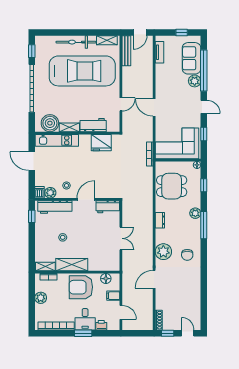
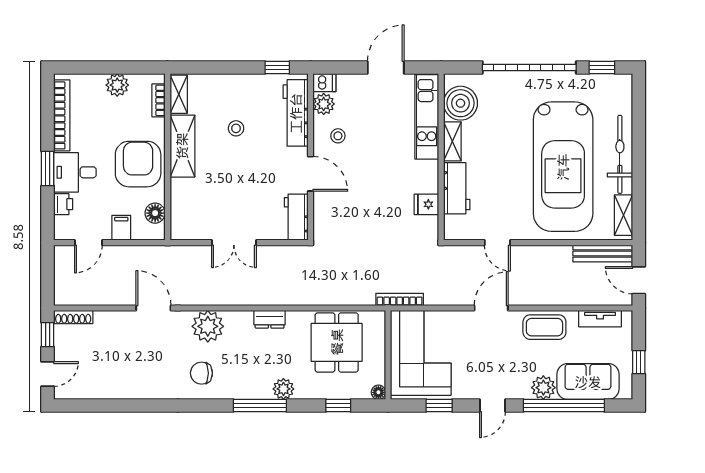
coffee table: (164, 80) -> (544, 327), added
fridge: (101, 143) -> (426, 204), width x0.53, depth x0.75

